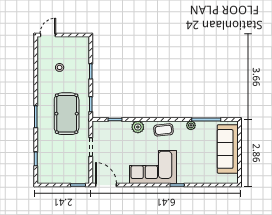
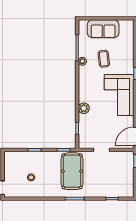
pool table: (67, 114) -> (72, 171), turned 90
coffee table: (163, 130) -> (104, 59), moved
sofa: (228, 149) -> (103, 29), width x0.73

